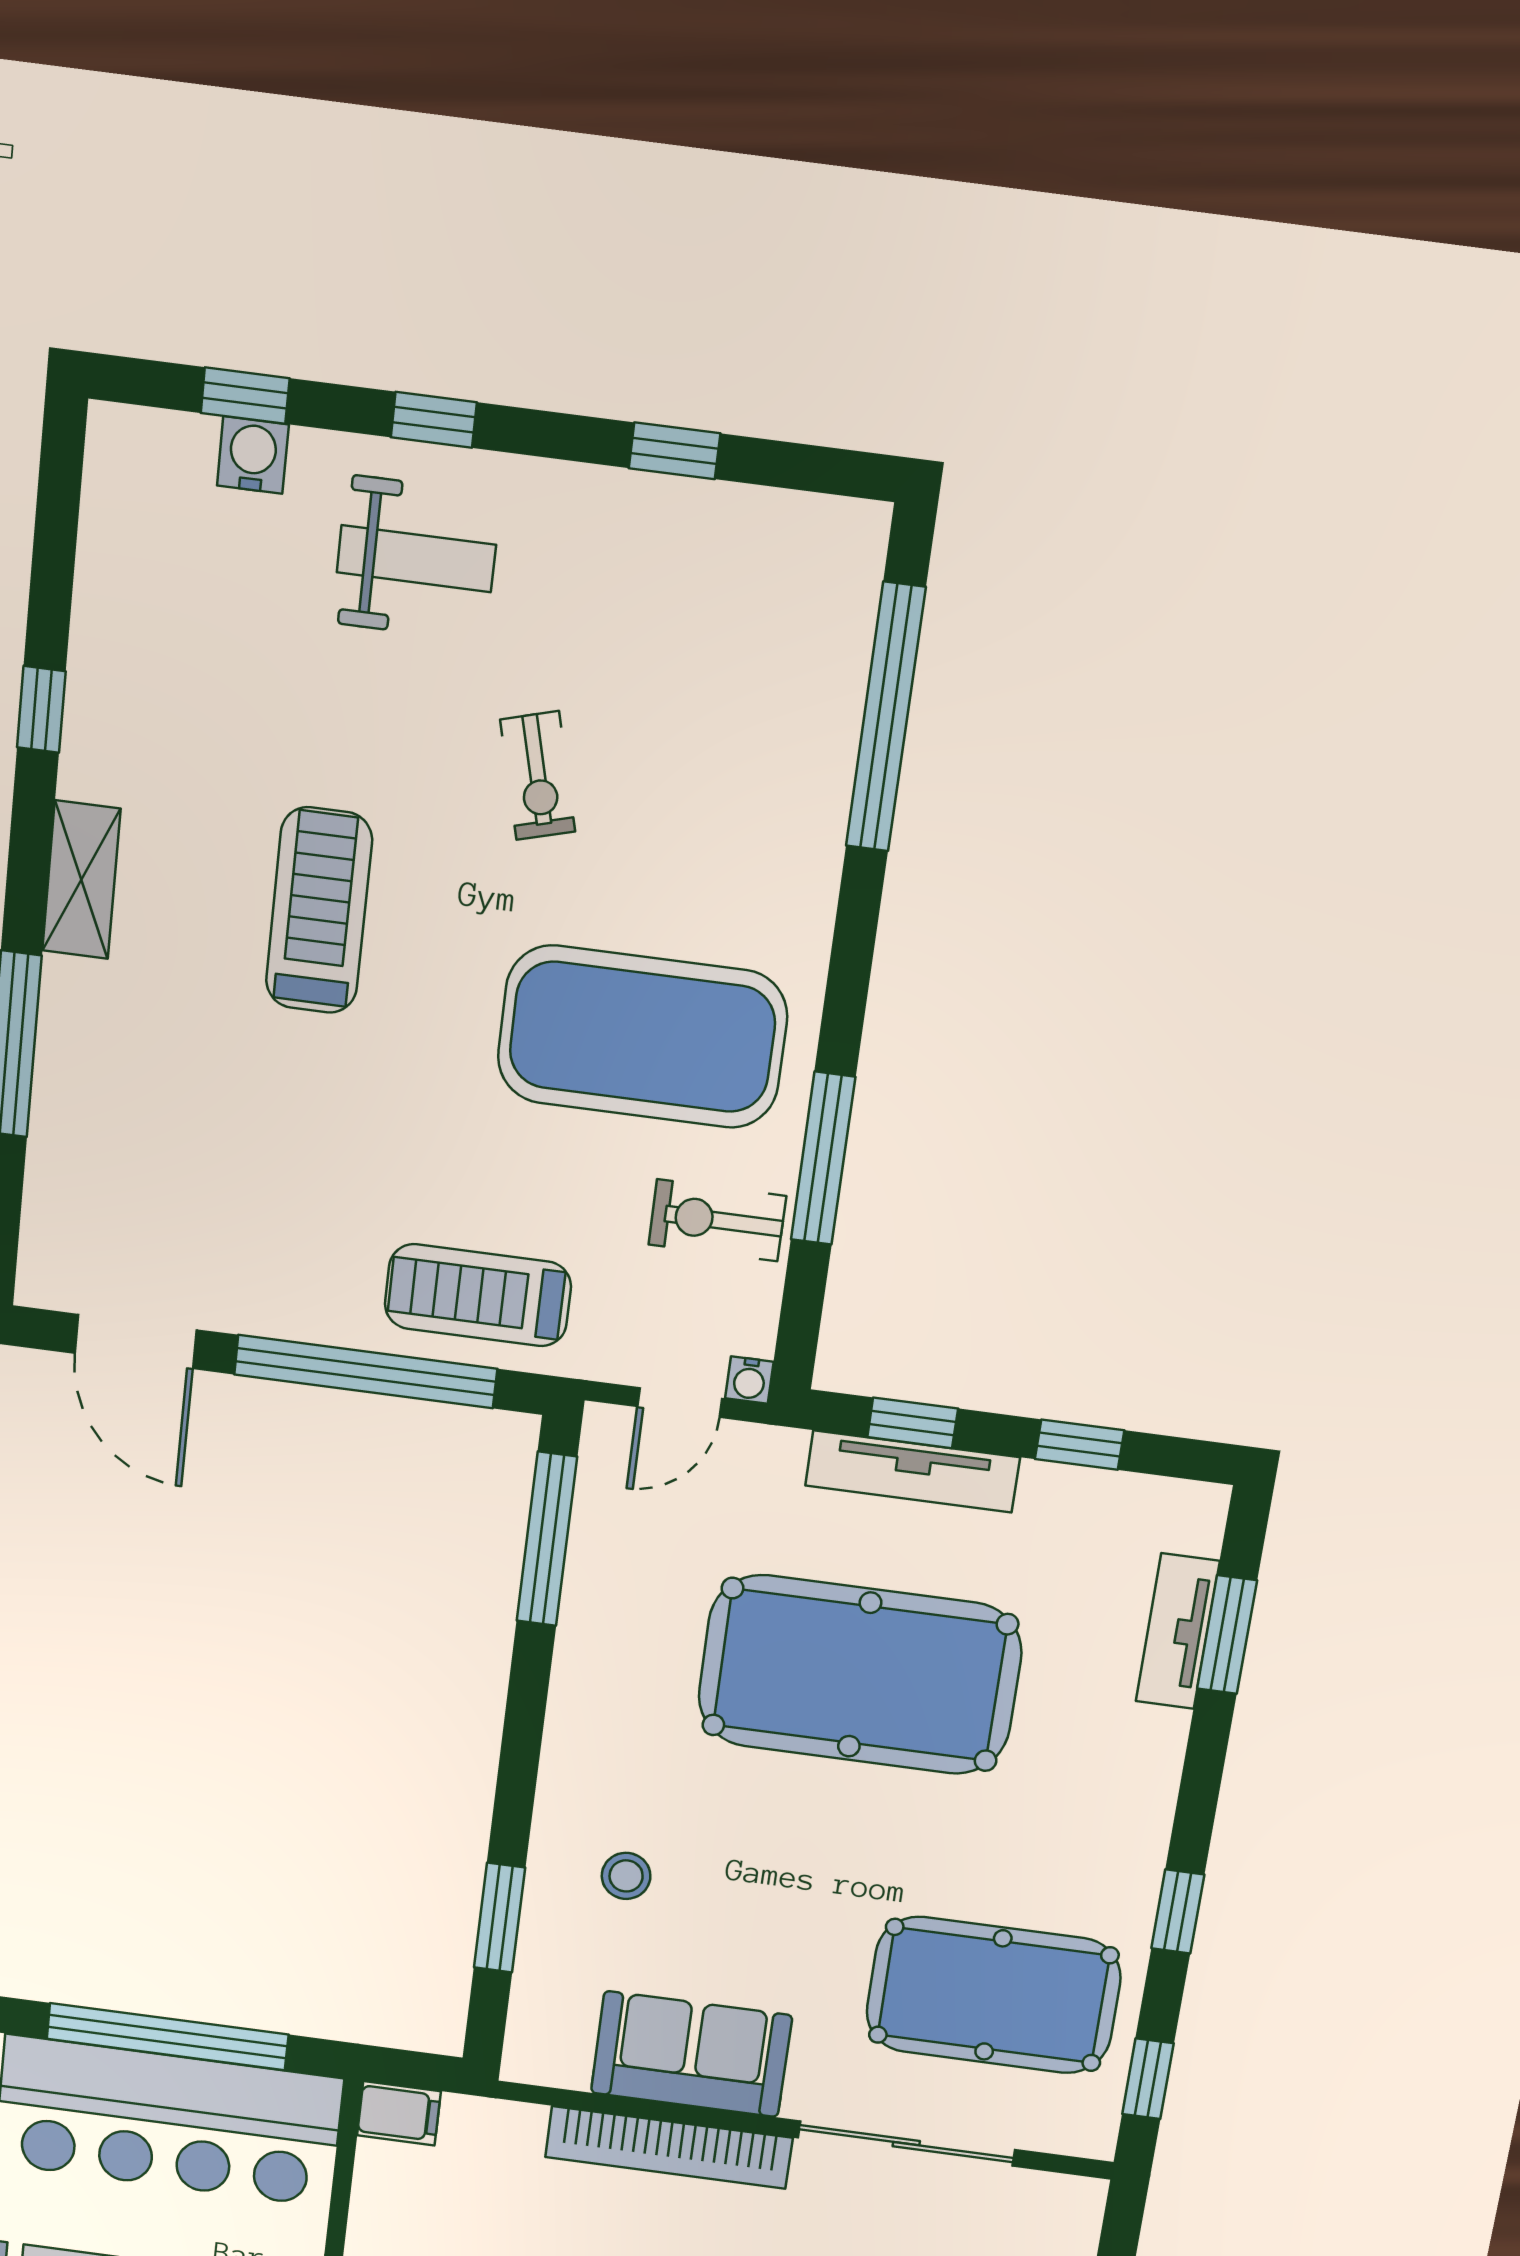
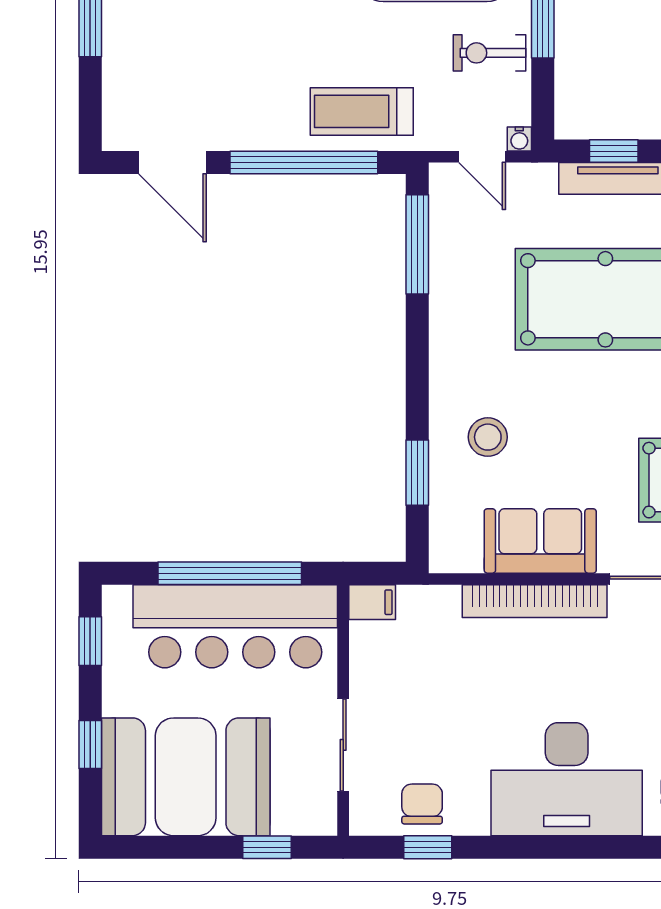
door: (680, 1403) -> (482, 157), hinge flipped
stool: (626, 1876) -> (488, 437), width x1.37, depth x1.37

